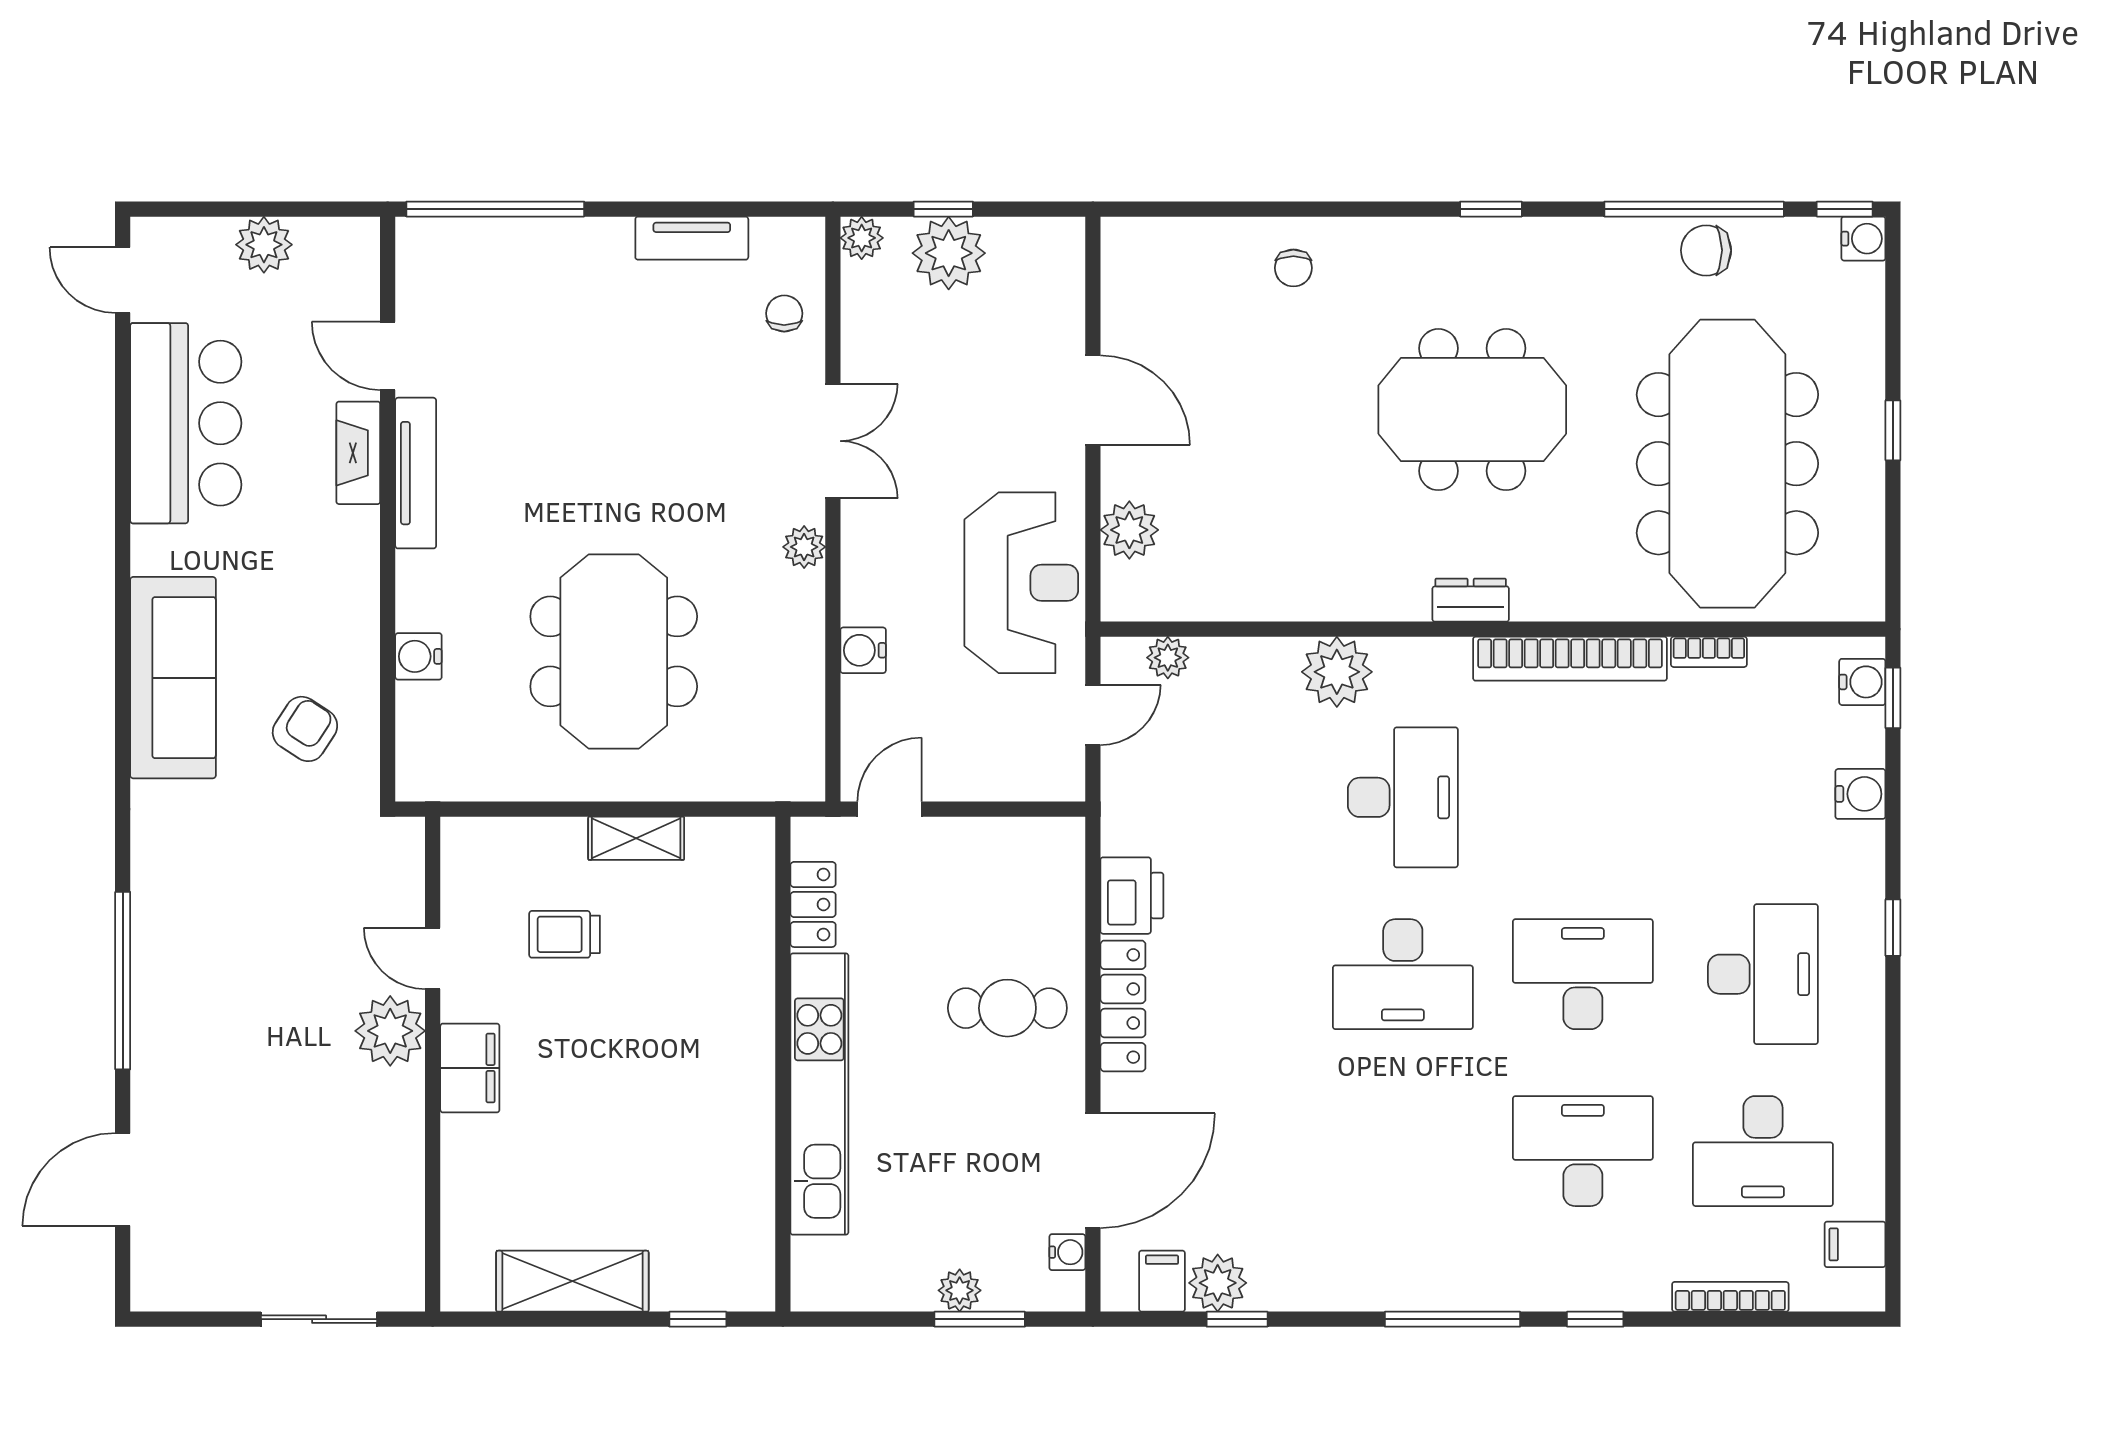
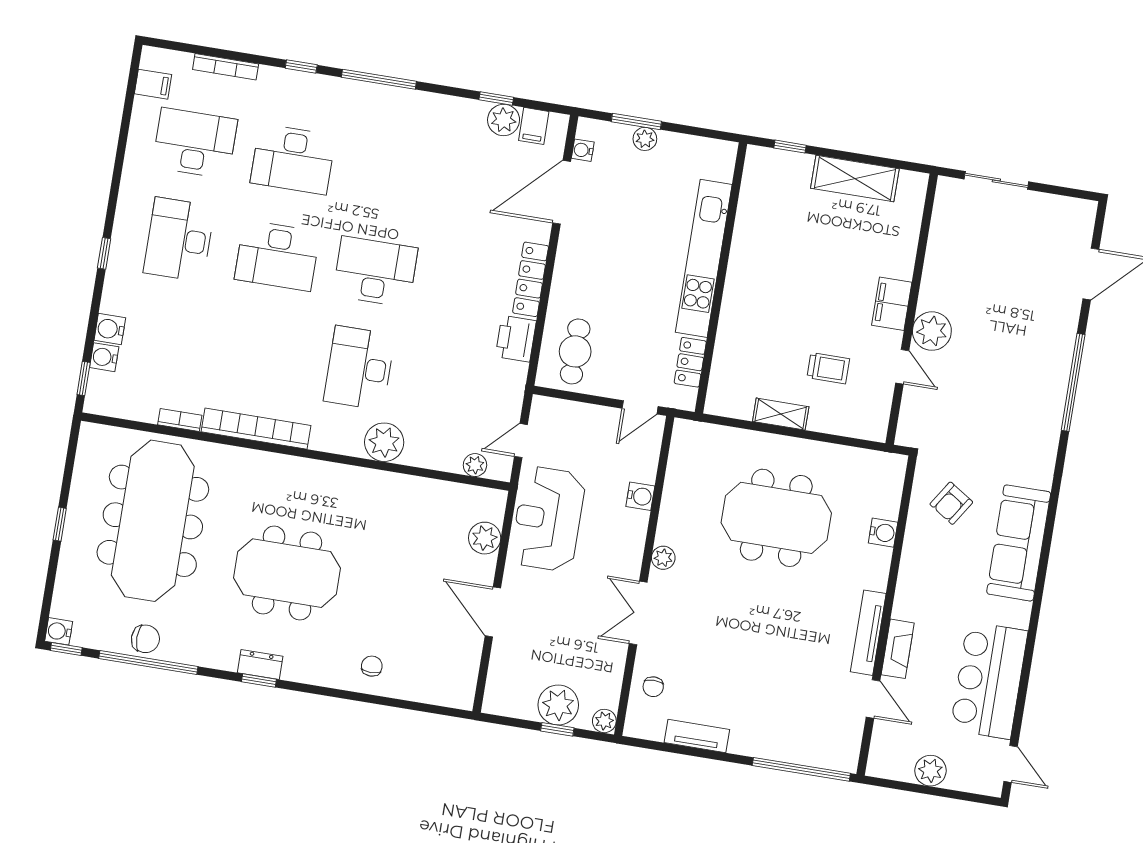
dresser: (1471, 600) -> (260, 664), moved, turned 180
meeting table: (614, 651) -> (776, 518), turned 90
water cooler: (1862, 682) -> (104, 357), moved
cafe table: (1007, 1008) -> (575, 351), moved, turned 90

